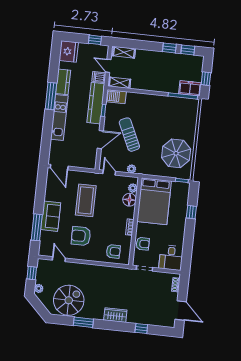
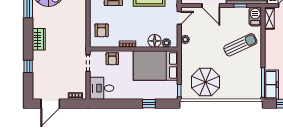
freezer: (190, 88) -> (271, 85), width x1.40
sun lounger: (129, 135) -> (240, 45), moved

